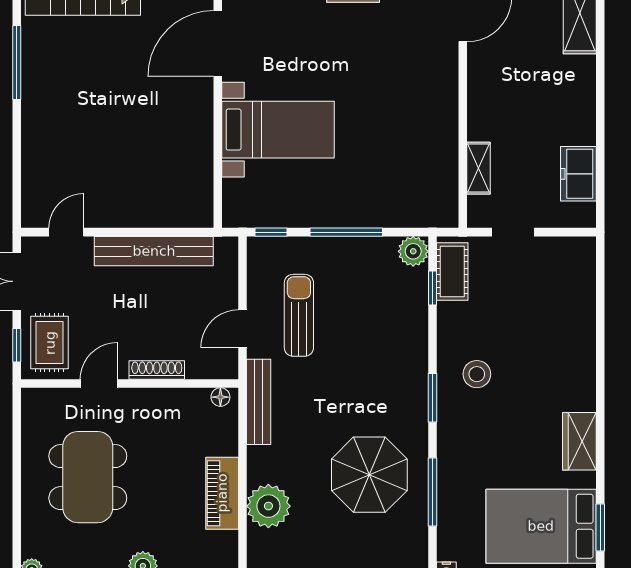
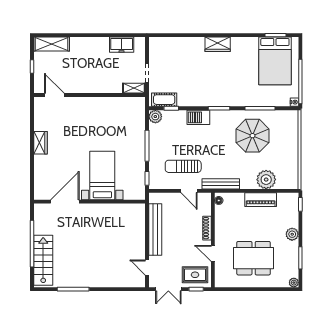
door: (218, 43) -> (65, 202), swing flipped
shelving: (478, 168) -> (134, 88), moved
barbecue: (411, 350) -> (198, 117), added
stool: (477, 374) -> (209, 89), removed
wardrobe: (579, 441) -> (218, 44), moved

